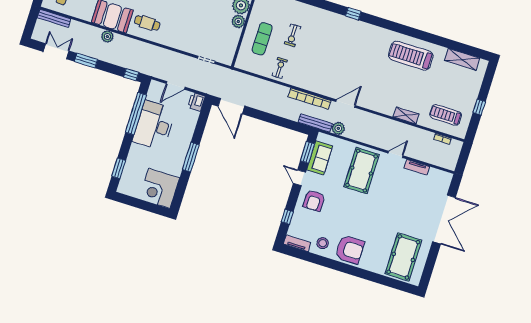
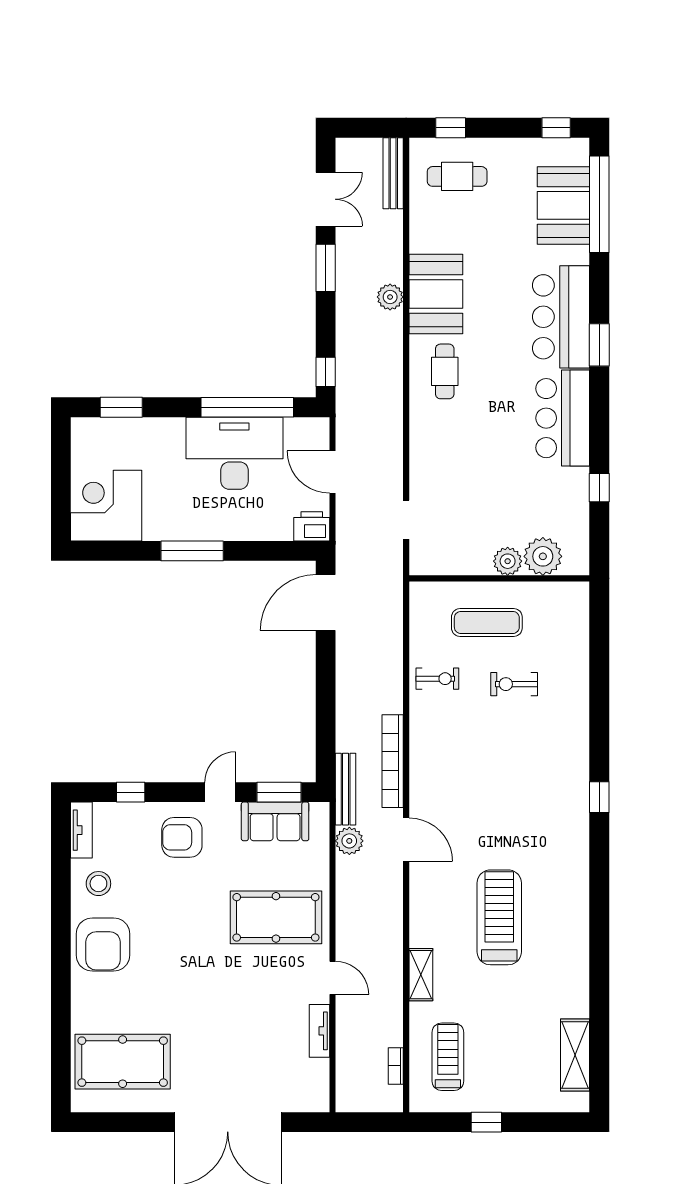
treadmill: (411, 56) -> (499, 917), moved

